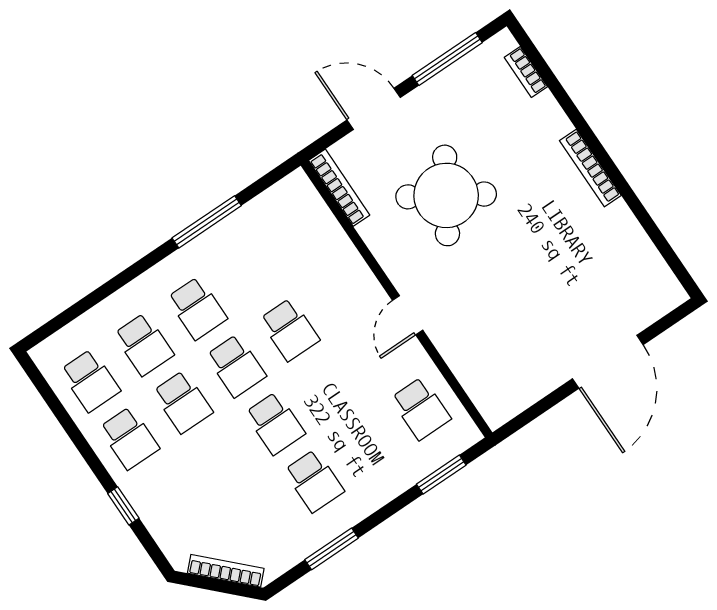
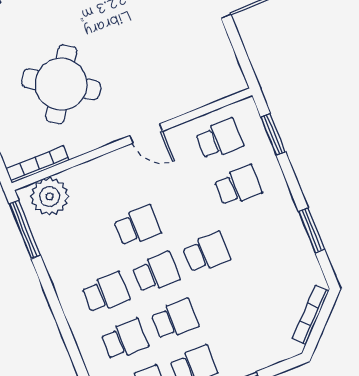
plant: (302, 212) -> (50, 196), added
window: (207, 222) -> (25, 229), moved
school desk: (314, 481) -> (238, 186), moved

